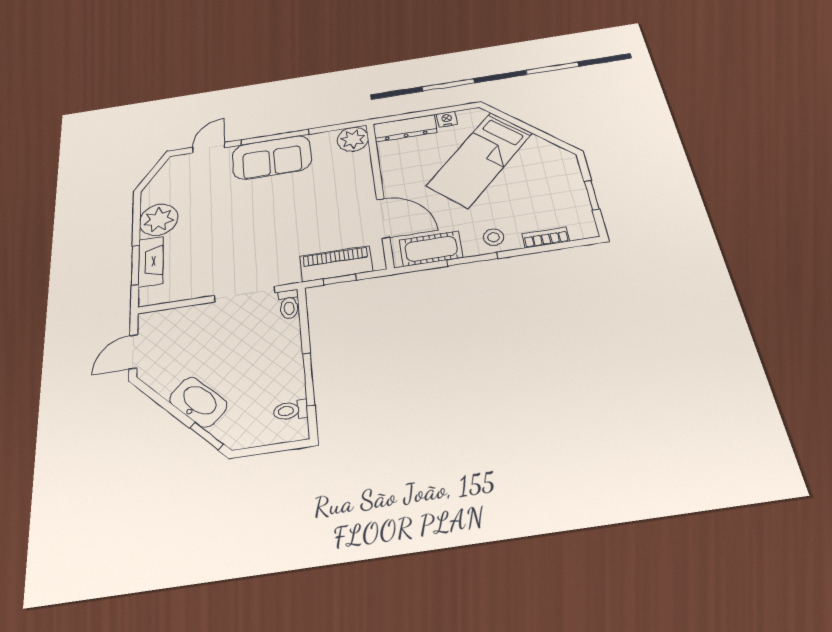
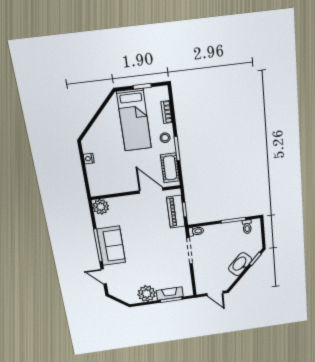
dresser: (405, 128) -> (94, 180), removed
bed: (480, 159) -> (134, 120), moved, turned 46
door: (383, 218) -> (151, 191), hinge flipped

